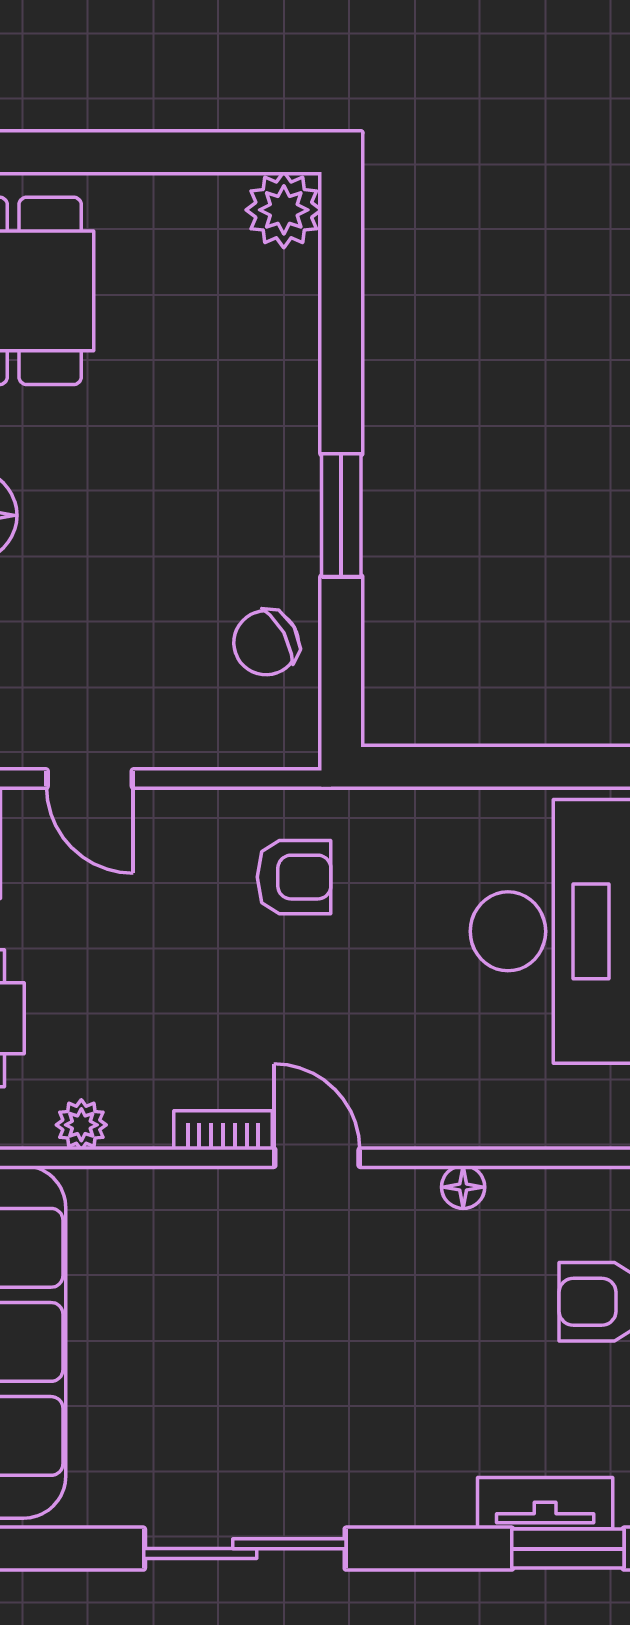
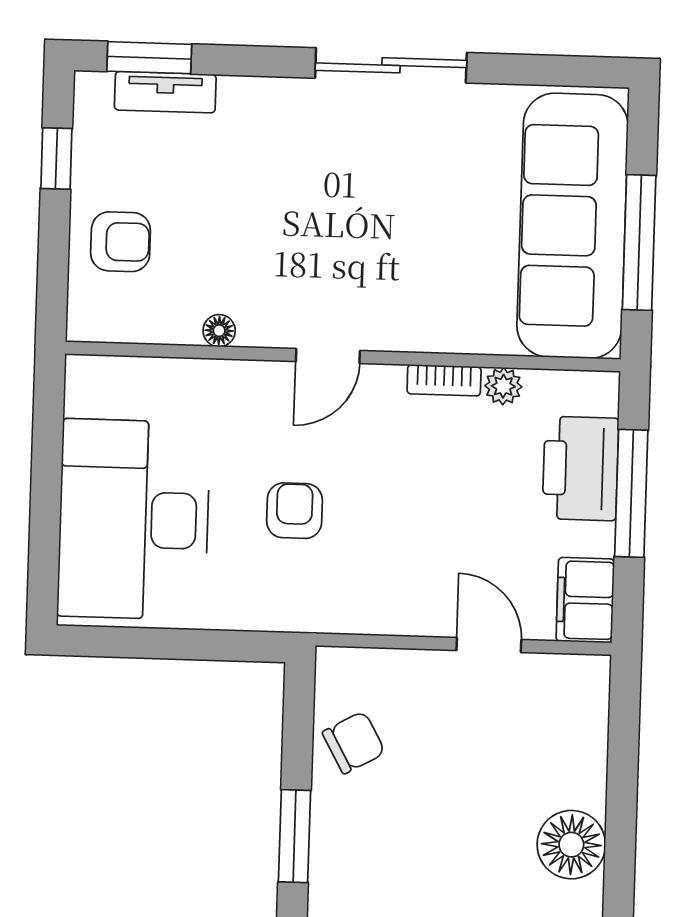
armchair: (294, 877) -> (294, 511), moved, turned 90
bookcase: (223, 1130) -> (444, 380), moved
door: (317, 1158) -> (328, 356), hinge flipped

